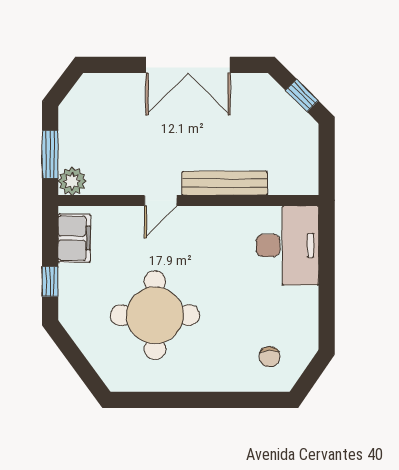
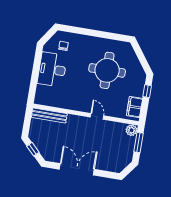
bench: (224, 183) -> (49, 116), moved
door: (161, 200) -> (97, 116), hinge flipped
desk: (287, 245) -> (52, 69), moved

